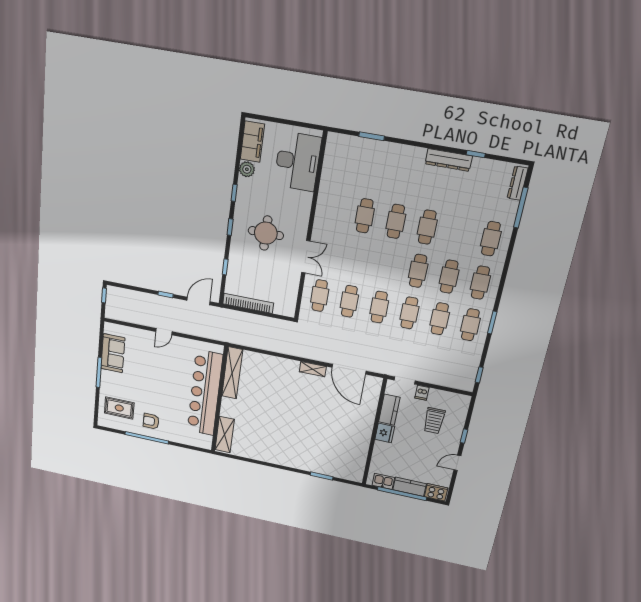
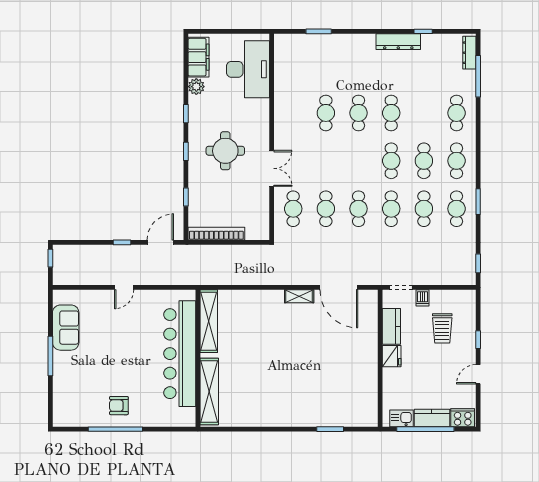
rug: (119, 408) -> (78, 397), removed
shelving: (225, 435) -> (209, 392), width x1.47

